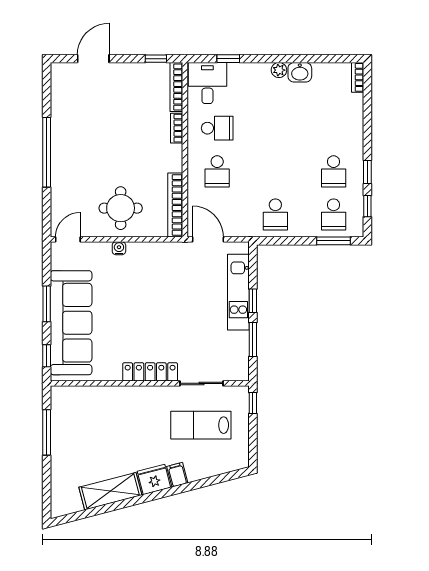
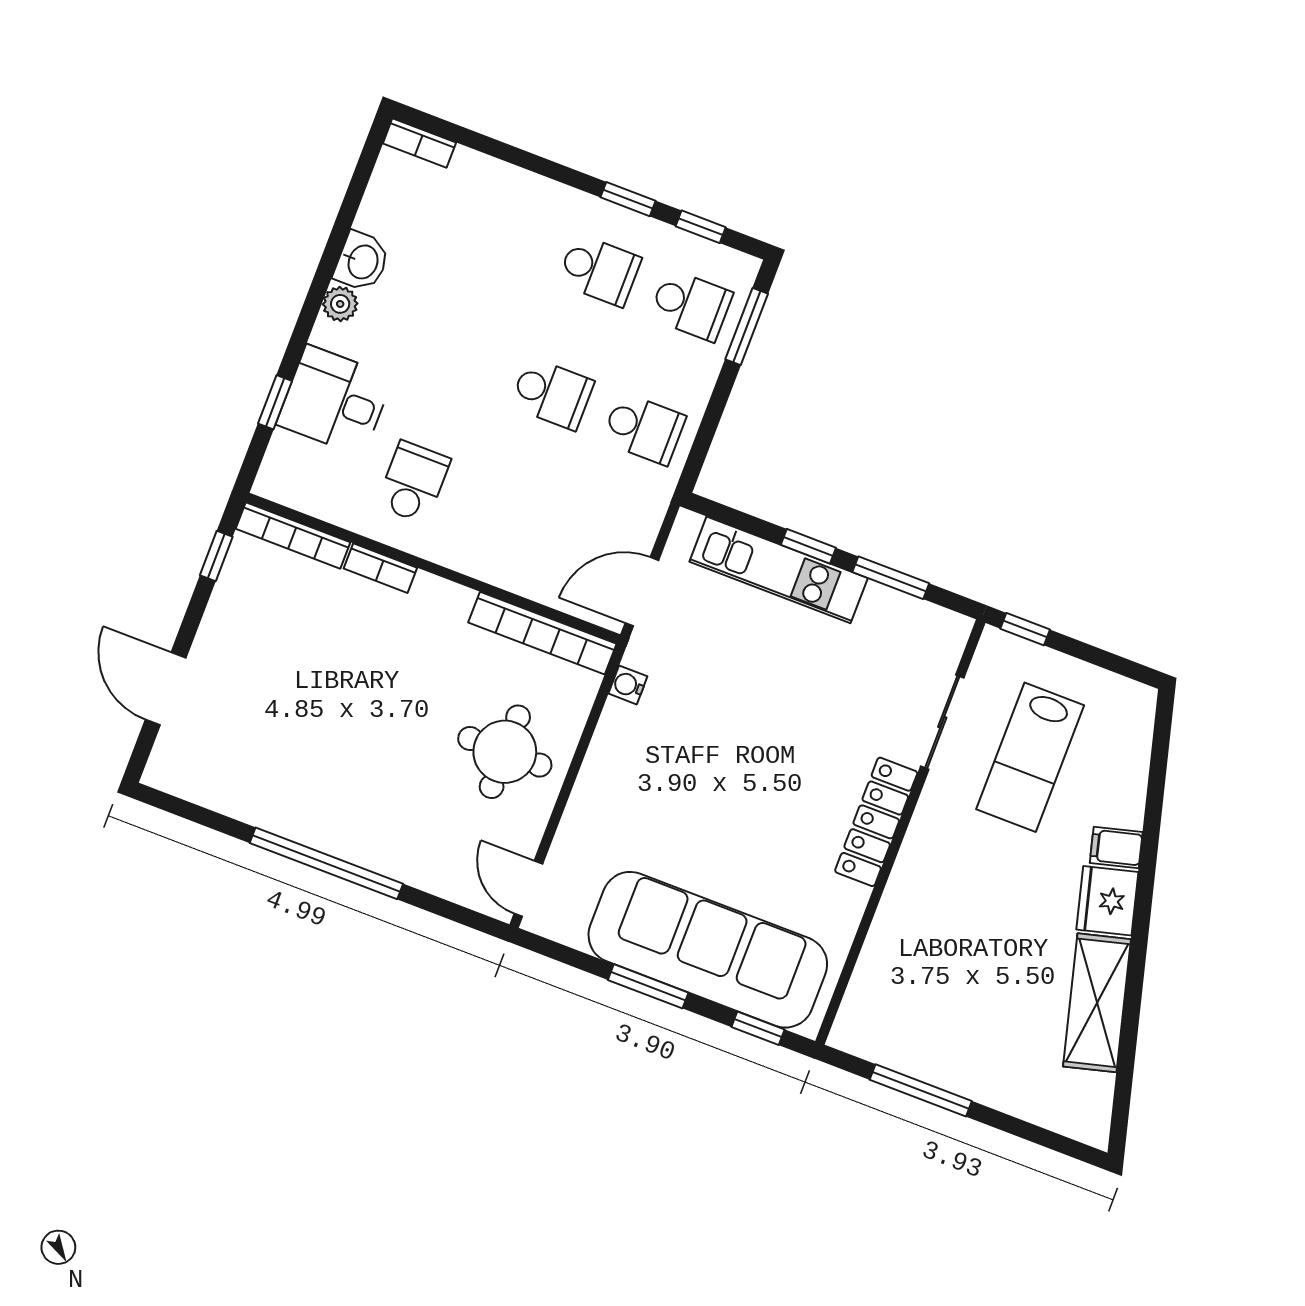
desk: (207, 83) -> (335, 401), moved
school desk: (217, 171) -> (552, 394), moved
water cooler: (119, 248) -> (628, 685), moved

